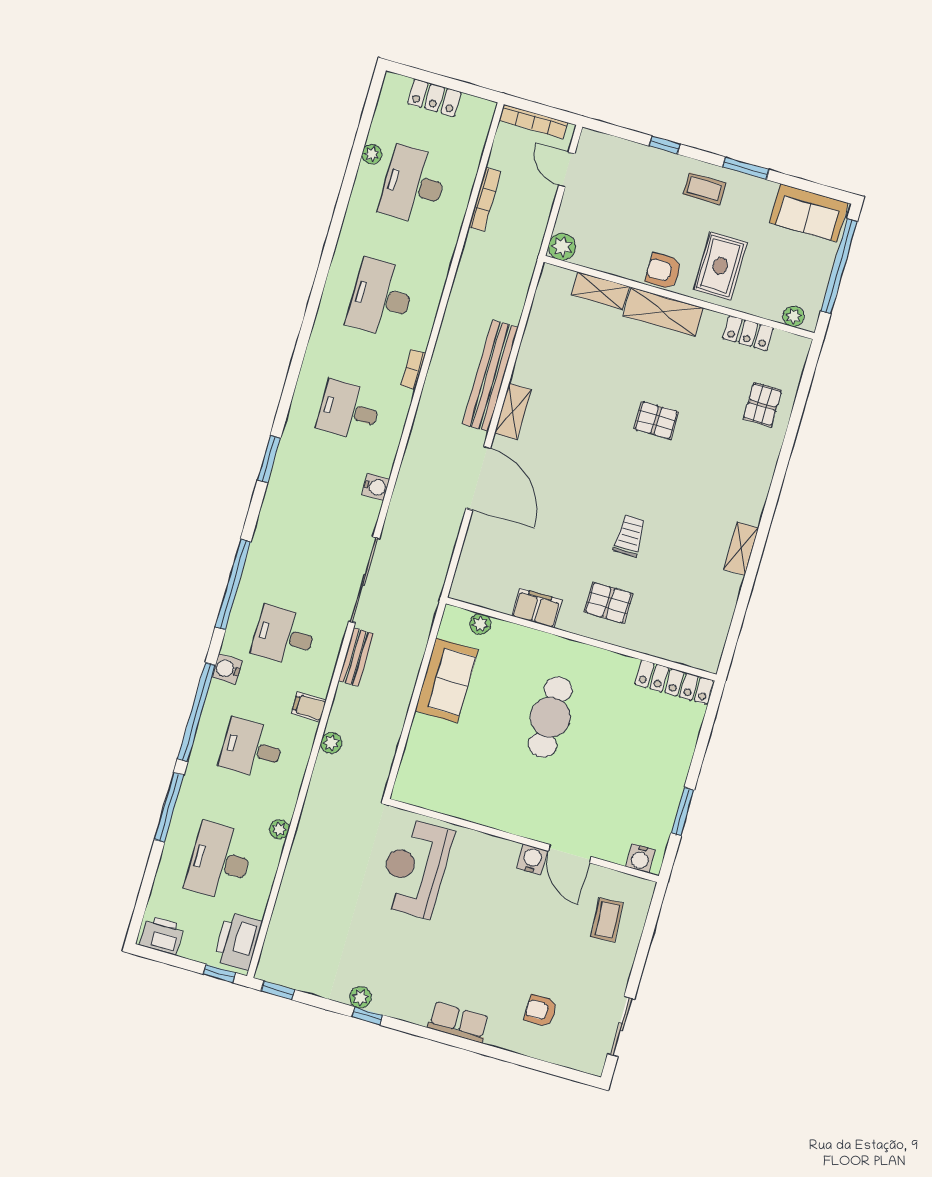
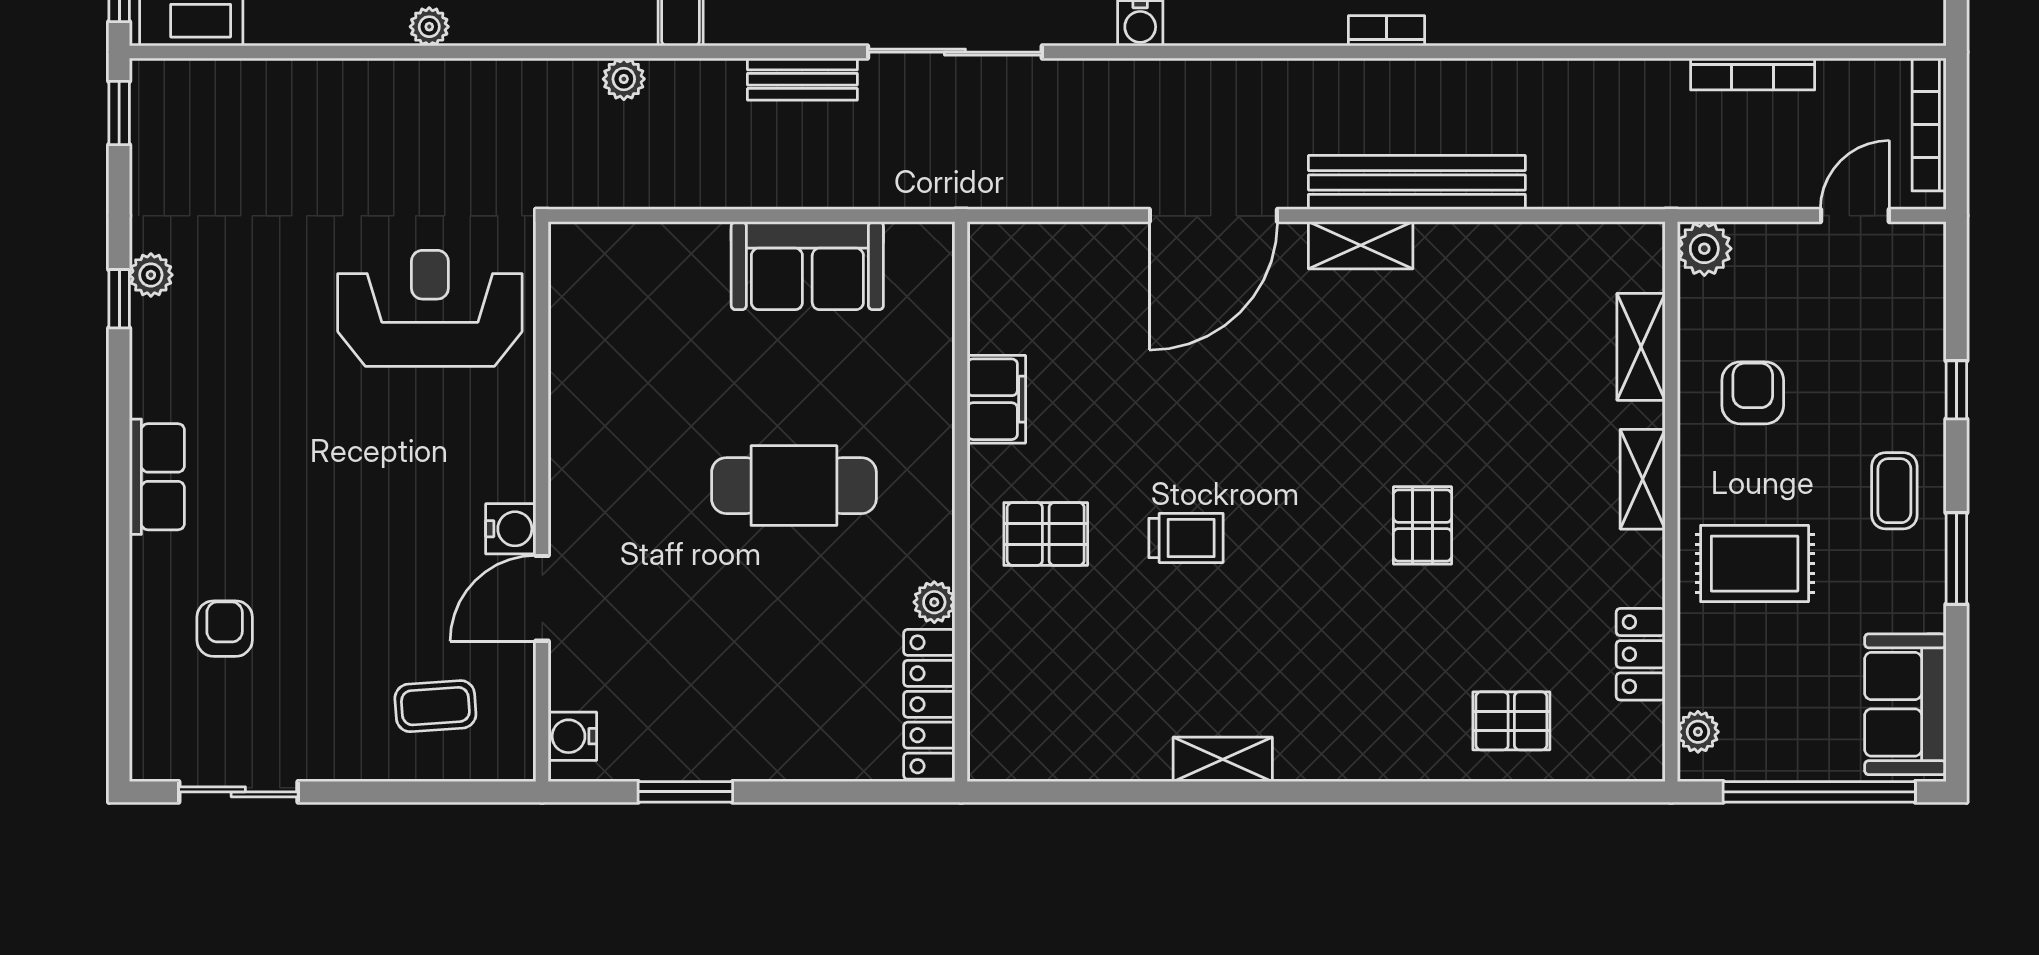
armchair: (663, 271) -> (1753, 393), moved
shelving: (663, 312) -> (1643, 479), width x0.67, depth x0.75
pallet: (608, 603) -> (1046, 534), turned 90
plant: (480, 624) -> (934, 602), moved

